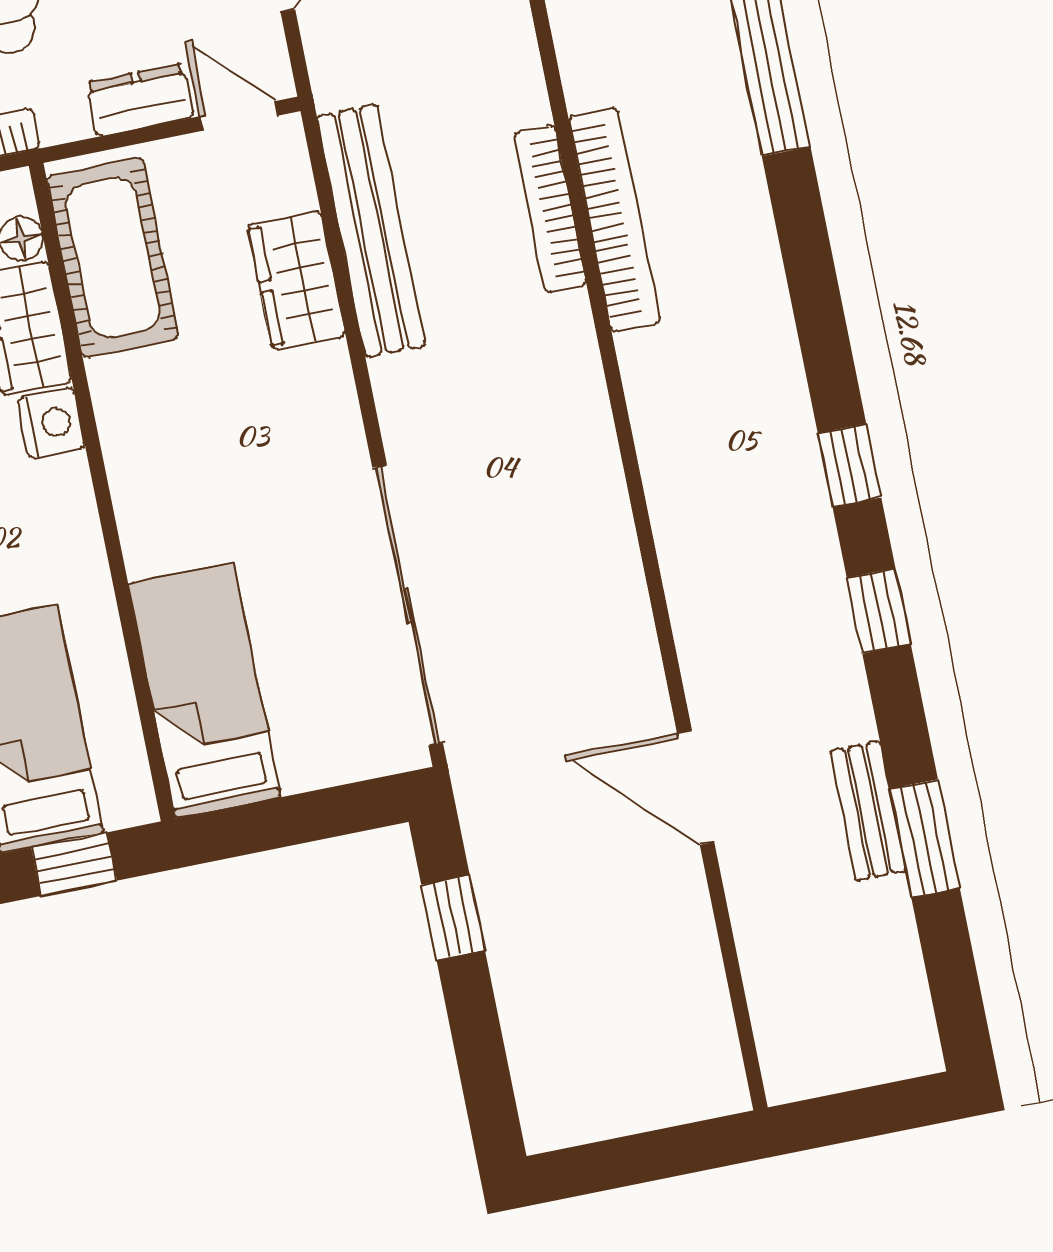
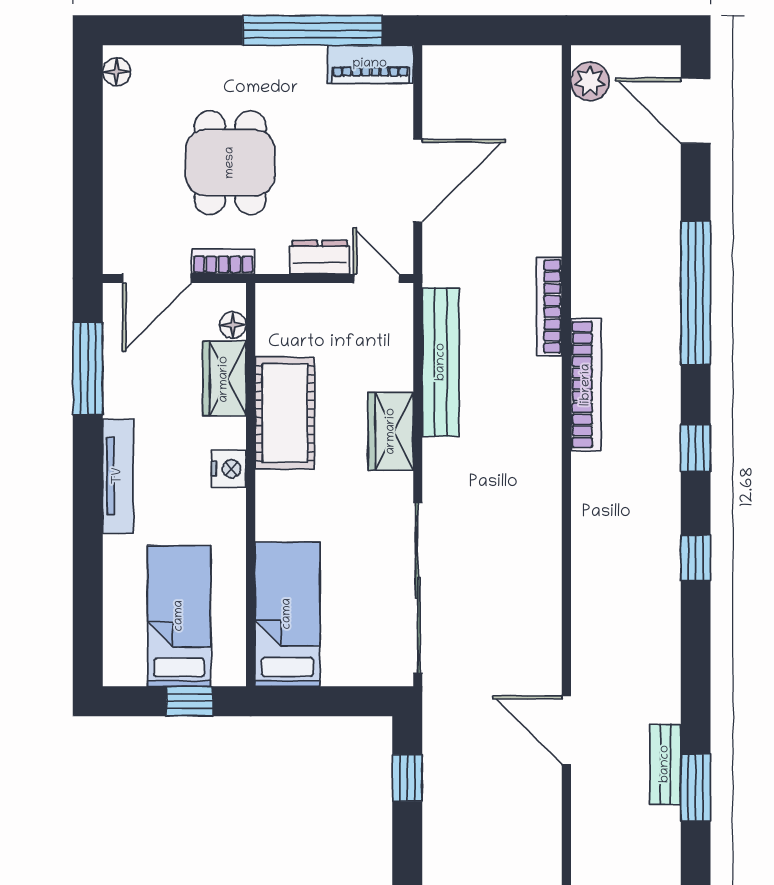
bookcase: (550, 209) -> (549, 306), moved
cot: (113, 258) -> (285, 413), moved
wardrobe: (296, 280) -> (391, 431), moved
nightstand: (51, 423) -> (229, 469), moved
window: (879, 611) -> (696, 448), moved

